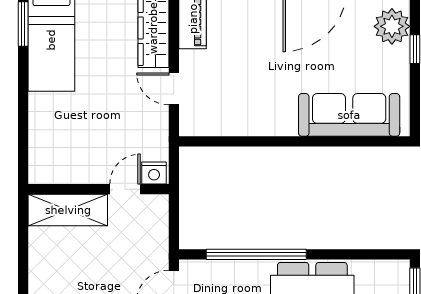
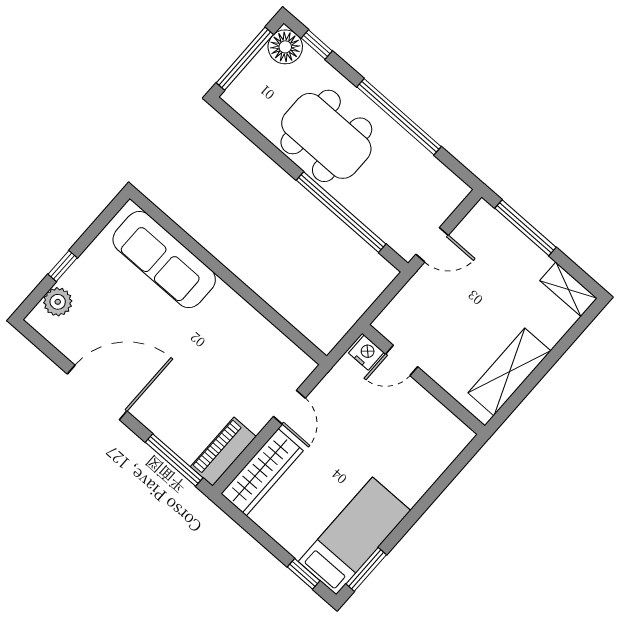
plant: (392, 26) -> (58, 302), width x0.73, depth x0.73
shelving: (68, 210) -> (509, 372), moved, turned 90

